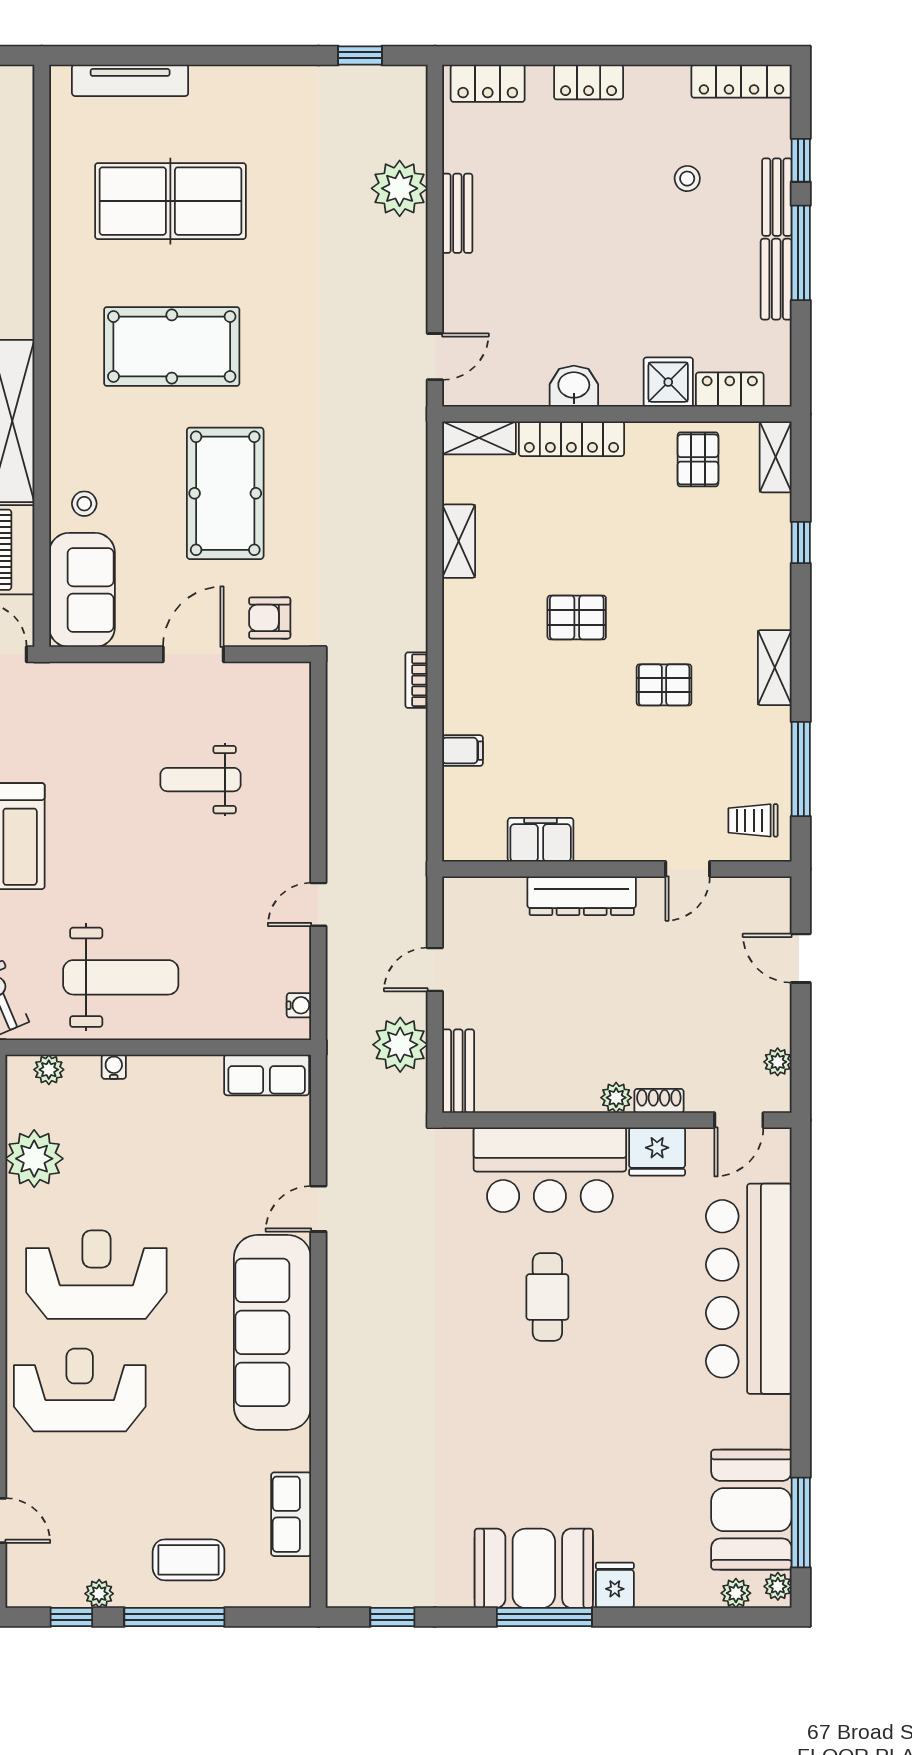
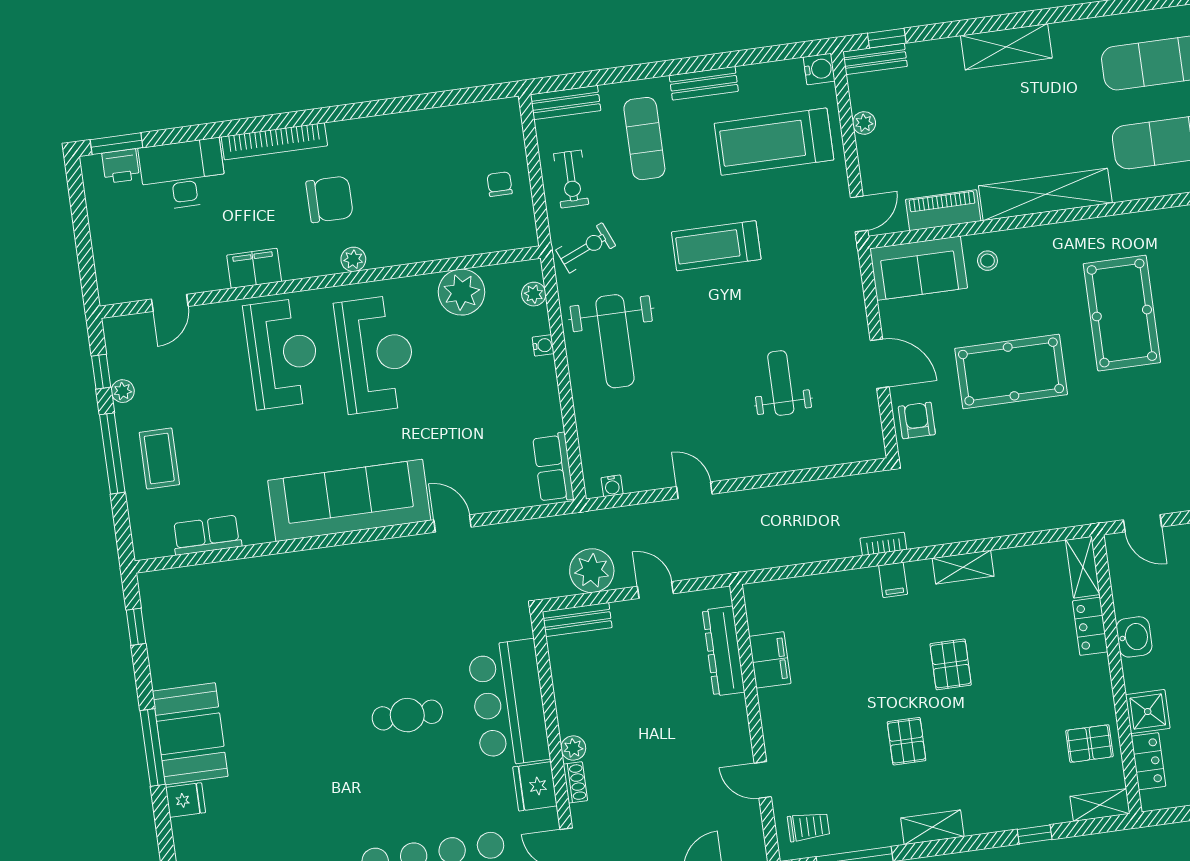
locker: (571, 439) -> (1090, 626), width x0.66
shelving: (459, 541) -> (963, 567), moved
filing cabinet: (463, 751) -> (893, 580), moved
trolley: (753, 820) -> (809, 827), turned 90
dresser: (582, 896) -> (724, 651), moved

